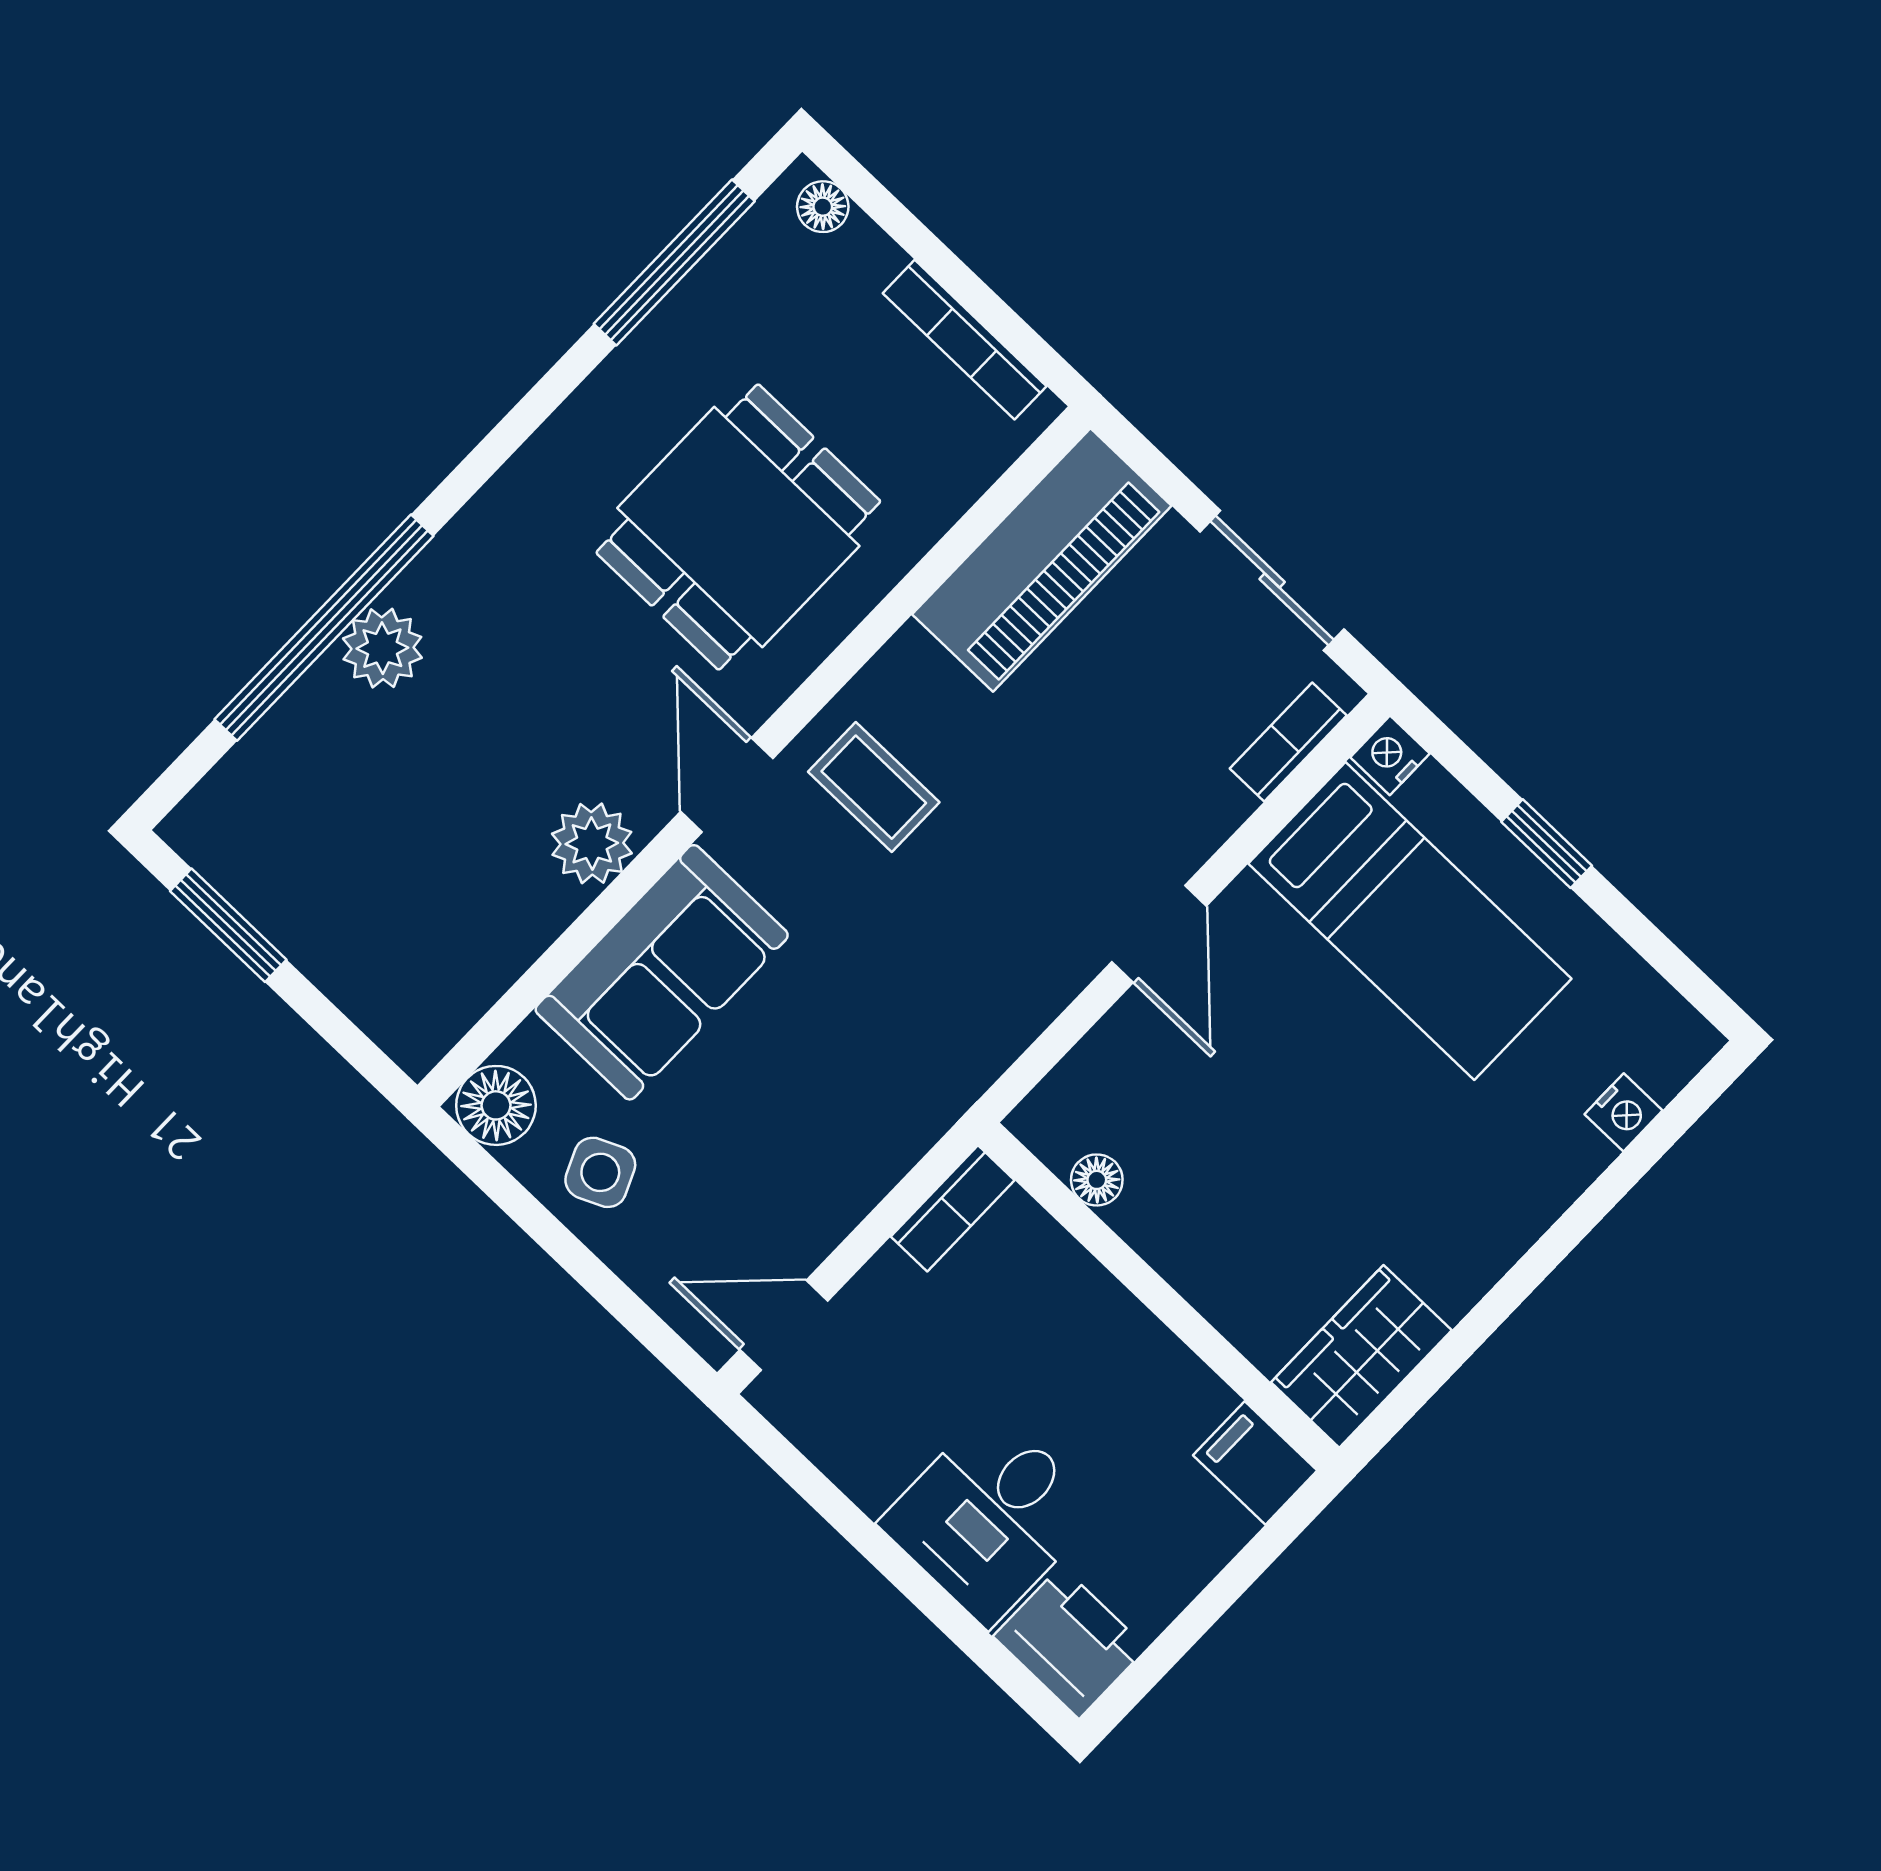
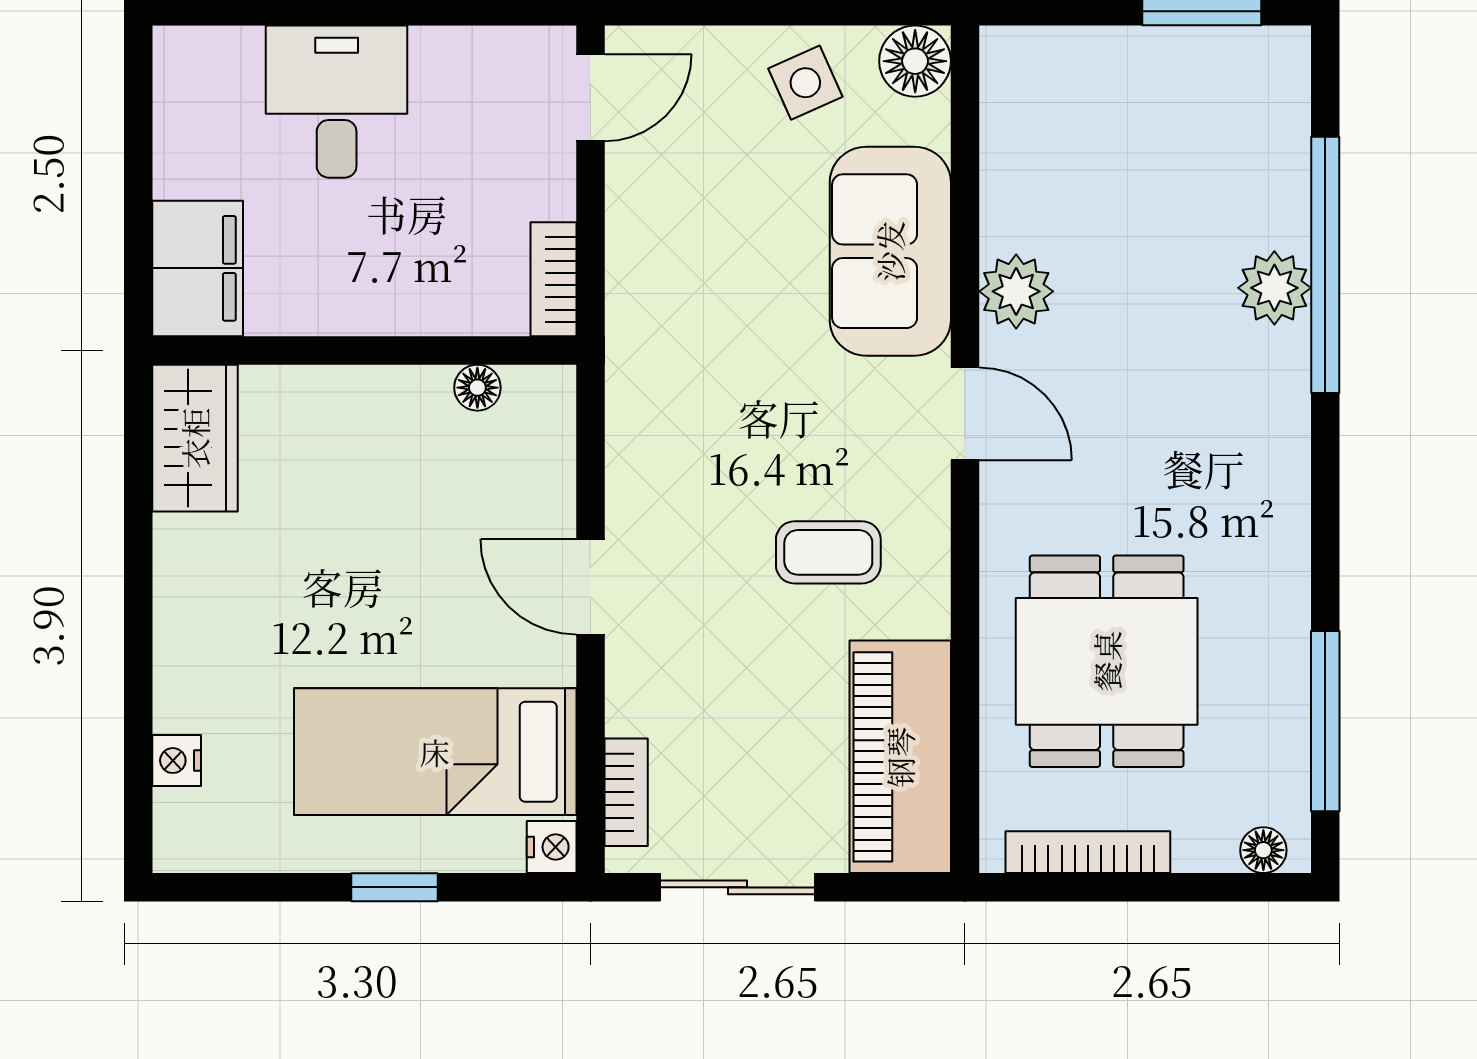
dining table: (738, 527) -> (1107, 661), moved
coffee table: (874, 787) -> (828, 552), moved
filing cabinet: (1255, 1463) -> (198, 268), width x2.00
printer: (1070, 1642) -> (206, 70), removed

